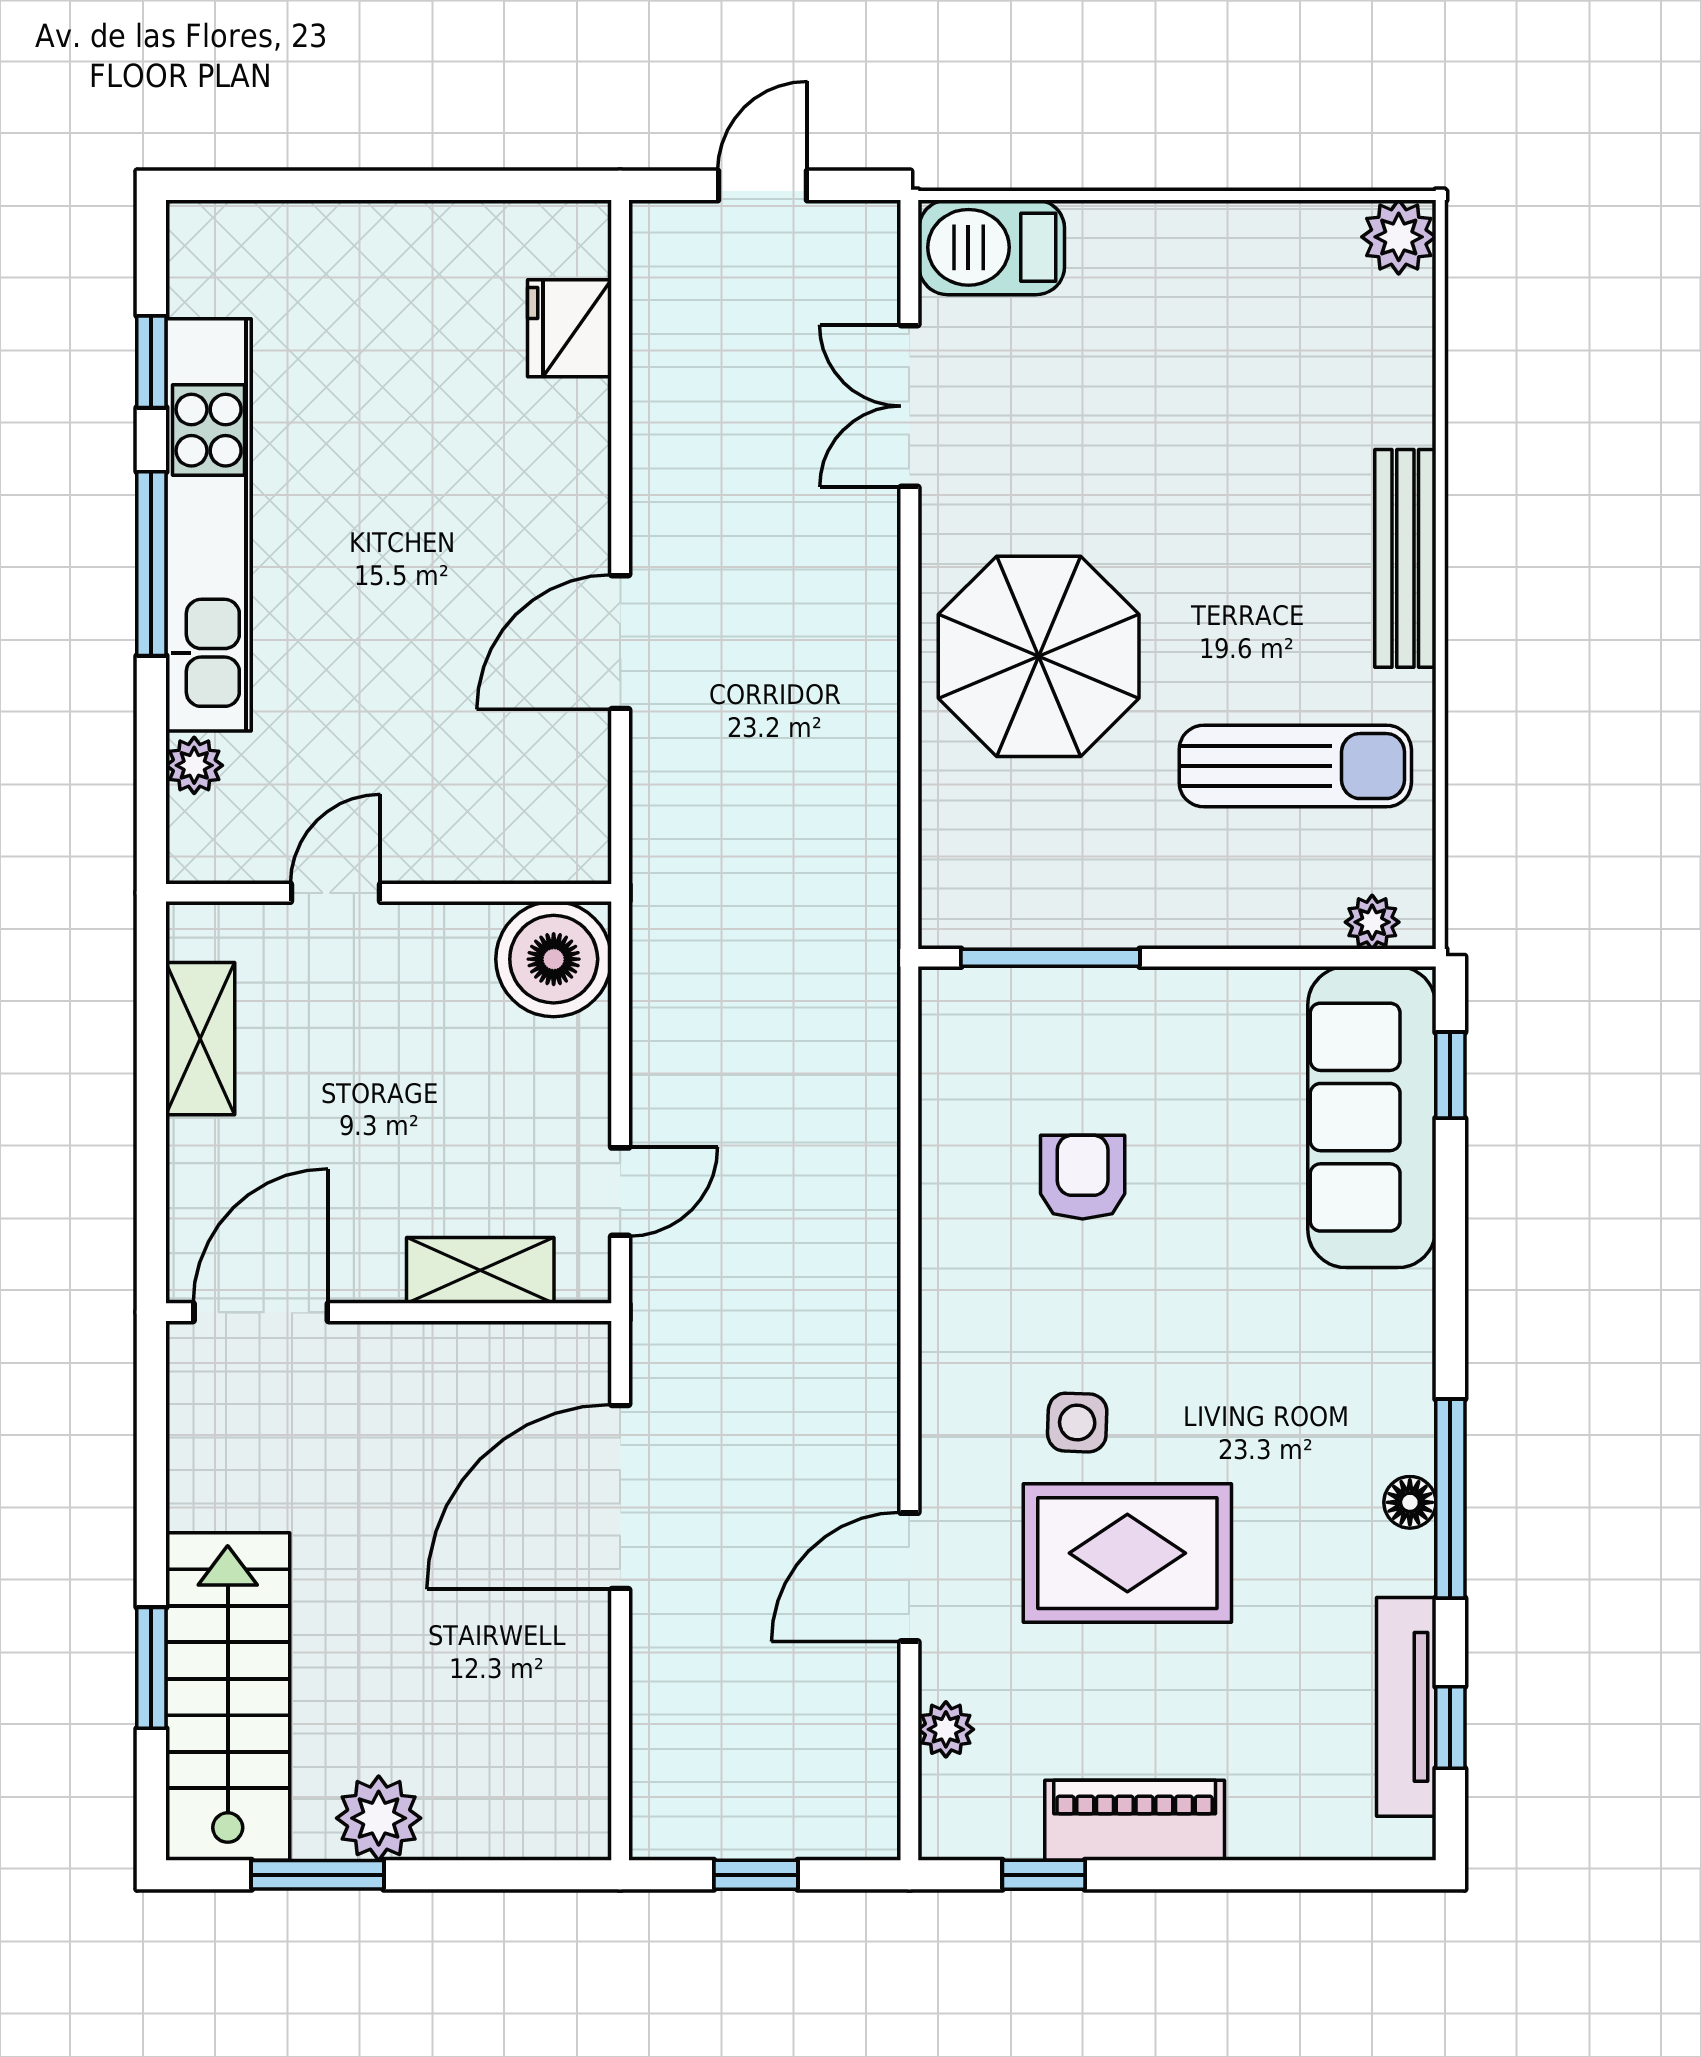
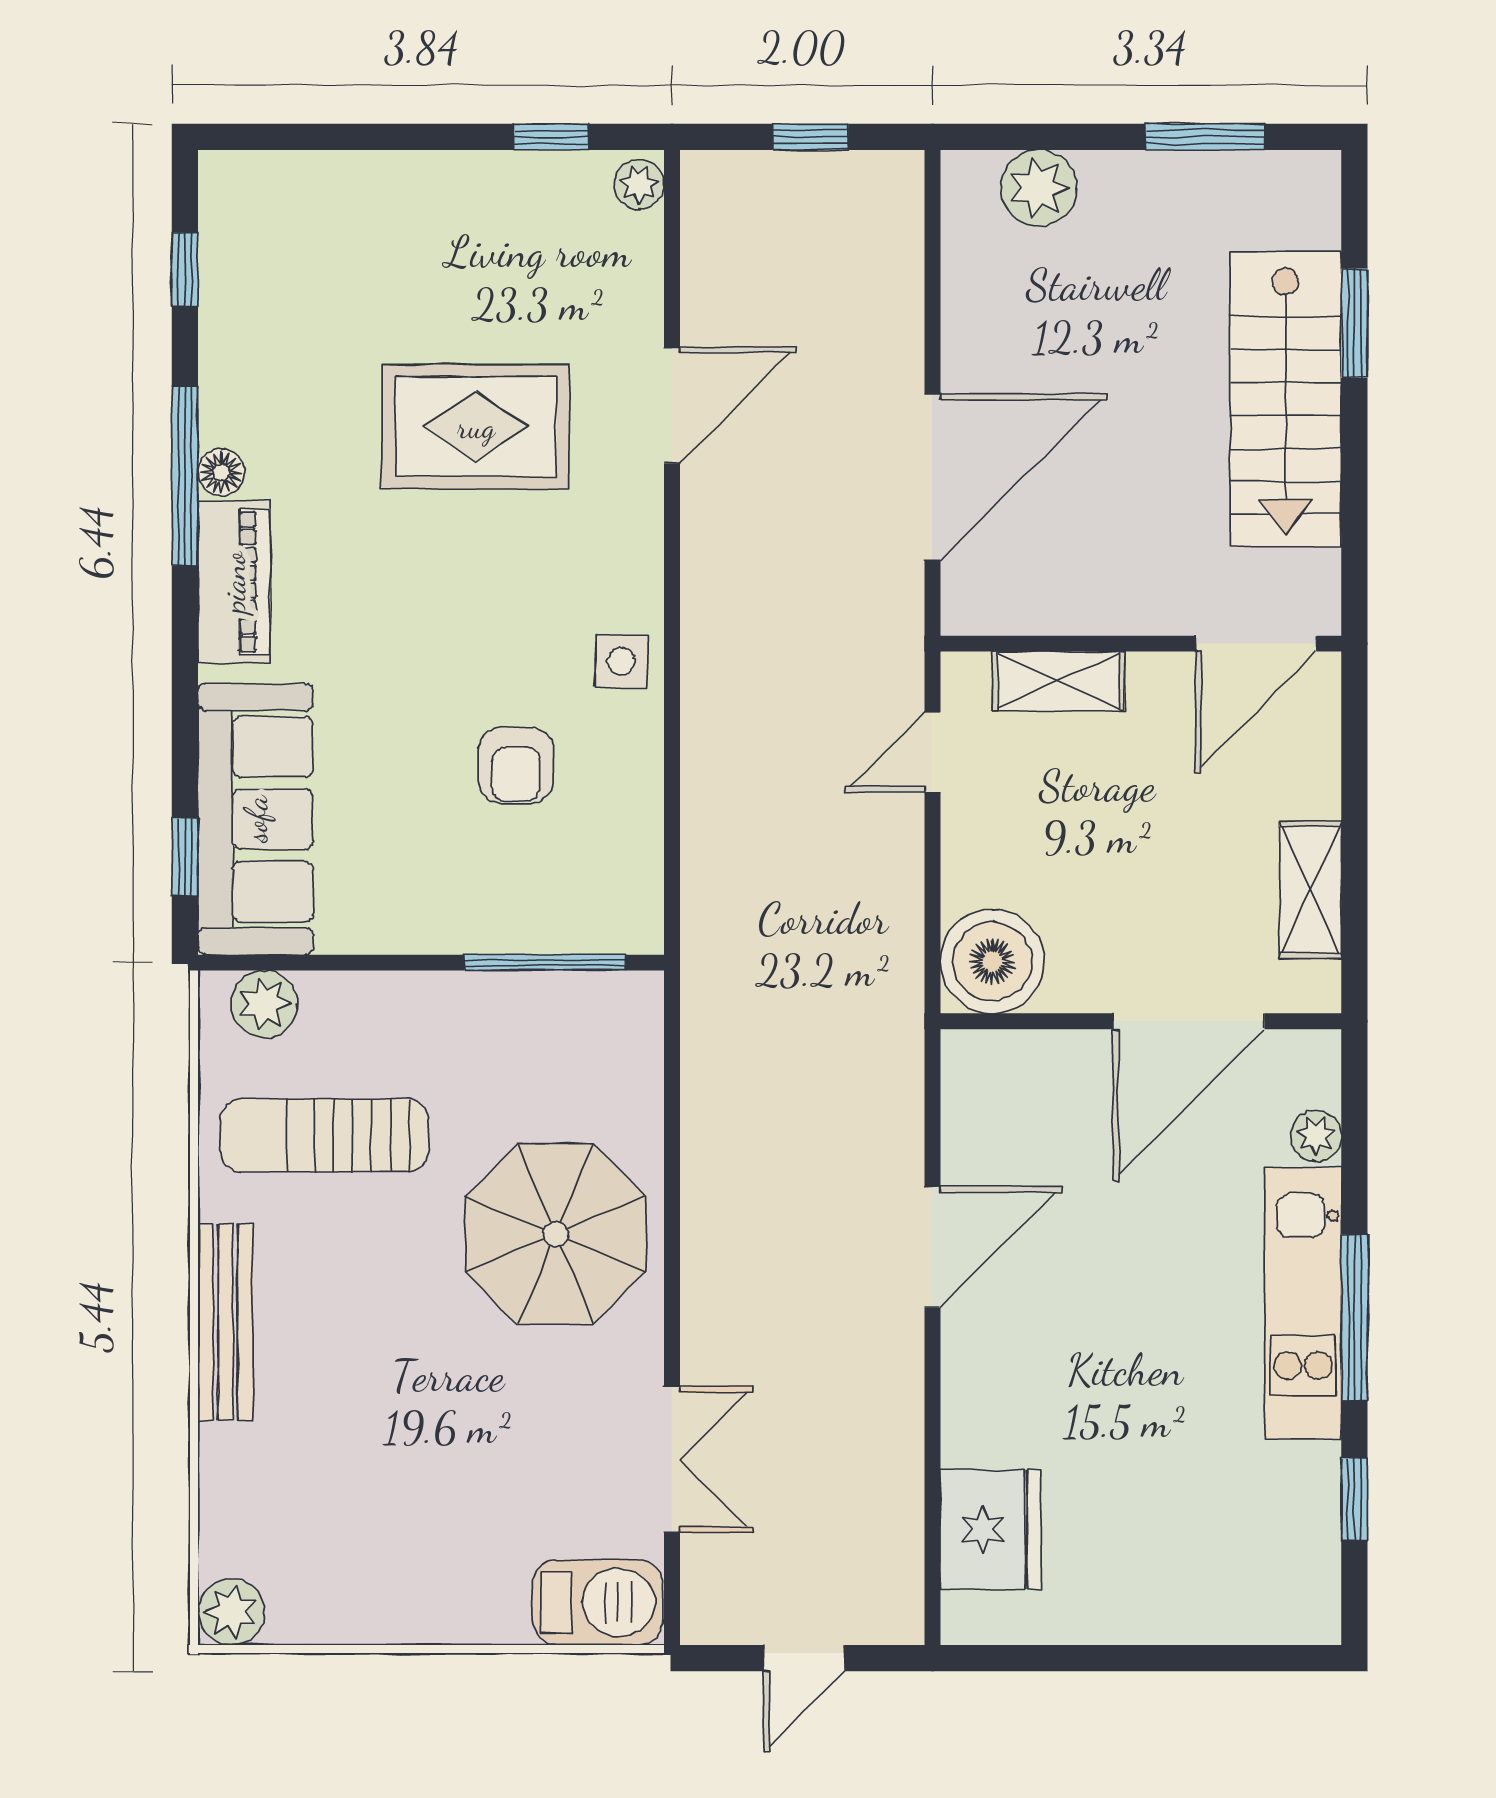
fridge: (570, 328) -> (991, 1530), width x1.36, depth x1.34
kitchen unit: (209, 525) -> (1303, 1303), width x0.73
door: (335, 893) -> (1189, 1021), width x1.87
plant: (1372, 922) -> (264, 1004), width x1.38, depth x1.38
side table: (1077, 1423) -> (621, 661), moved
stairs: (228, 1696) -> (1286, 399), moved
tv unit: (1406, 1707) -> (225, 288), removed
plant: (946, 1729) -> (639, 184), moved
plant: (379, 1818) -> (1039, 188), moved
piano: (1135, 1820) -> (234, 582), moved, turned -90

